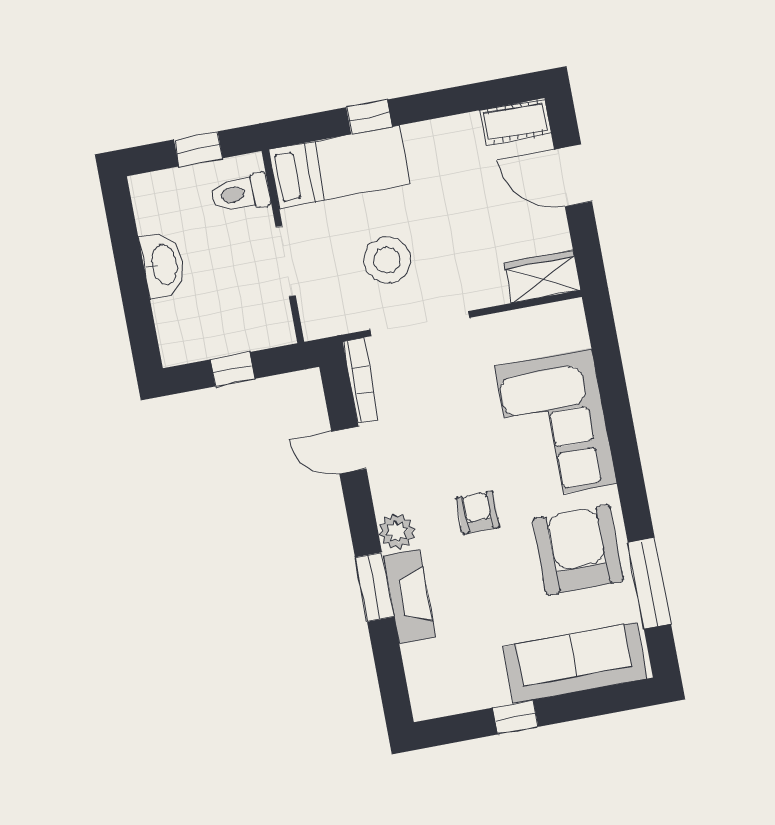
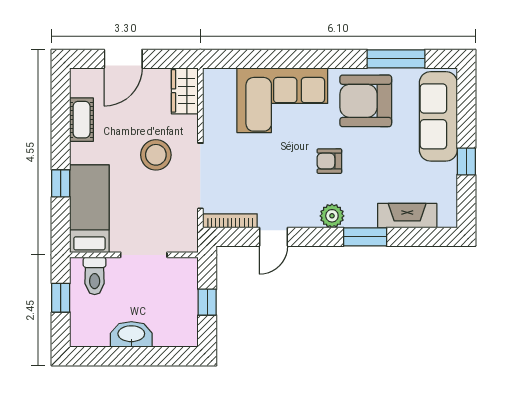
cot: (515, 122) -> (82, 120), moved
stool: (387, 260) -> (156, 155), moved
fireplace: (409, 597) -> (407, 216), moved

